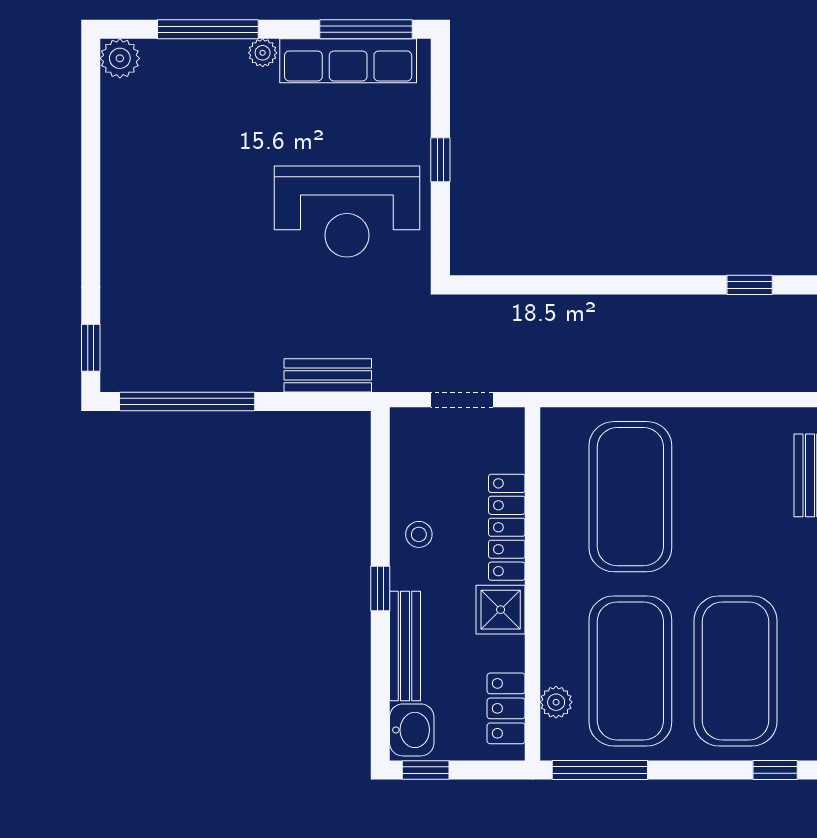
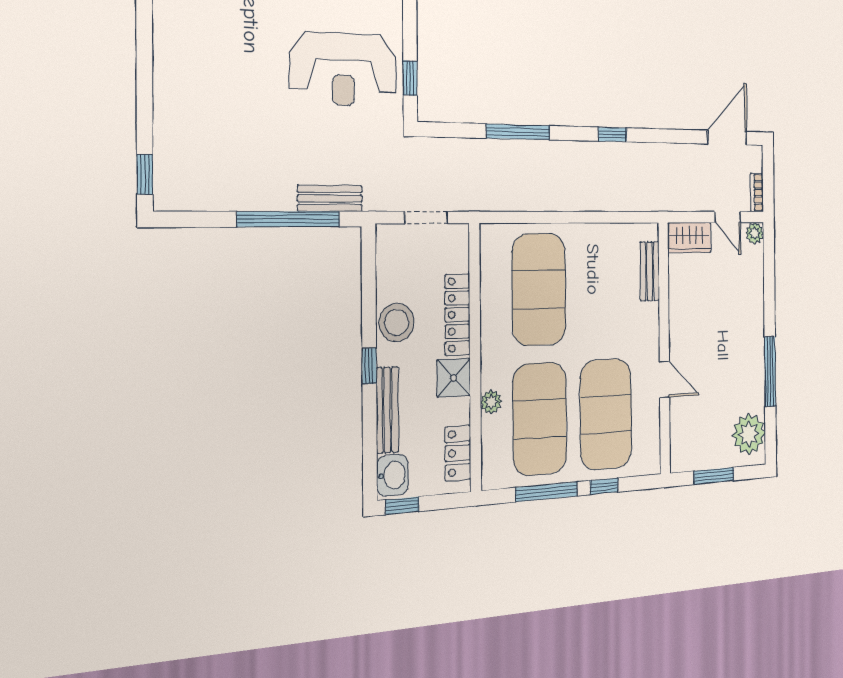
window: (440, 160) -> (410, 78), moved
window: (600, 285) -> (518, 132), added
window: (187, 401) -> (289, 219), moved
stool: (419, 534) -> (397, 322), width x1.89, depth x1.89
plant: (556, 702) -> (491, 402), moved
window: (600, 770) -> (546, 492), moved
window: (775, 770) -> (604, 486), moved

